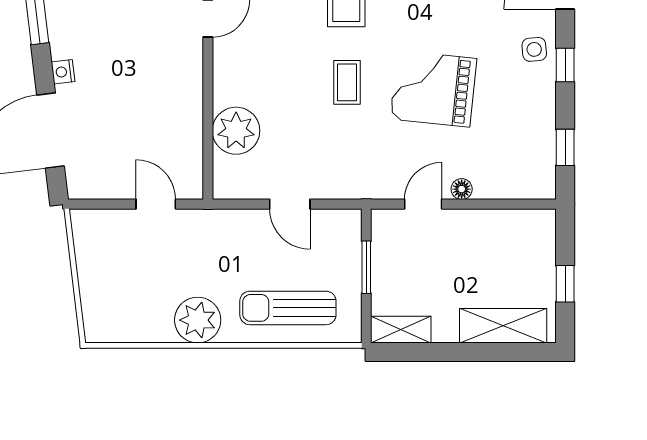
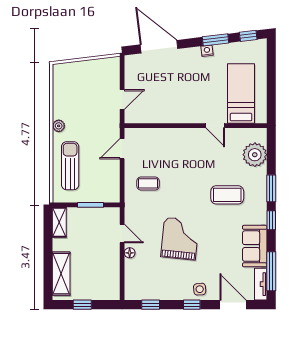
nightstand: (63, 72) -> (207, 51), moved
coffee table: (347, 82) -> (148, 183), moved
plant: (236, 131) -> (159, 140), removed
door: (290, 204) -> (122, 149), moved
plant: (198, 320) -> (59, 126), width x0.53, depth x0.53

